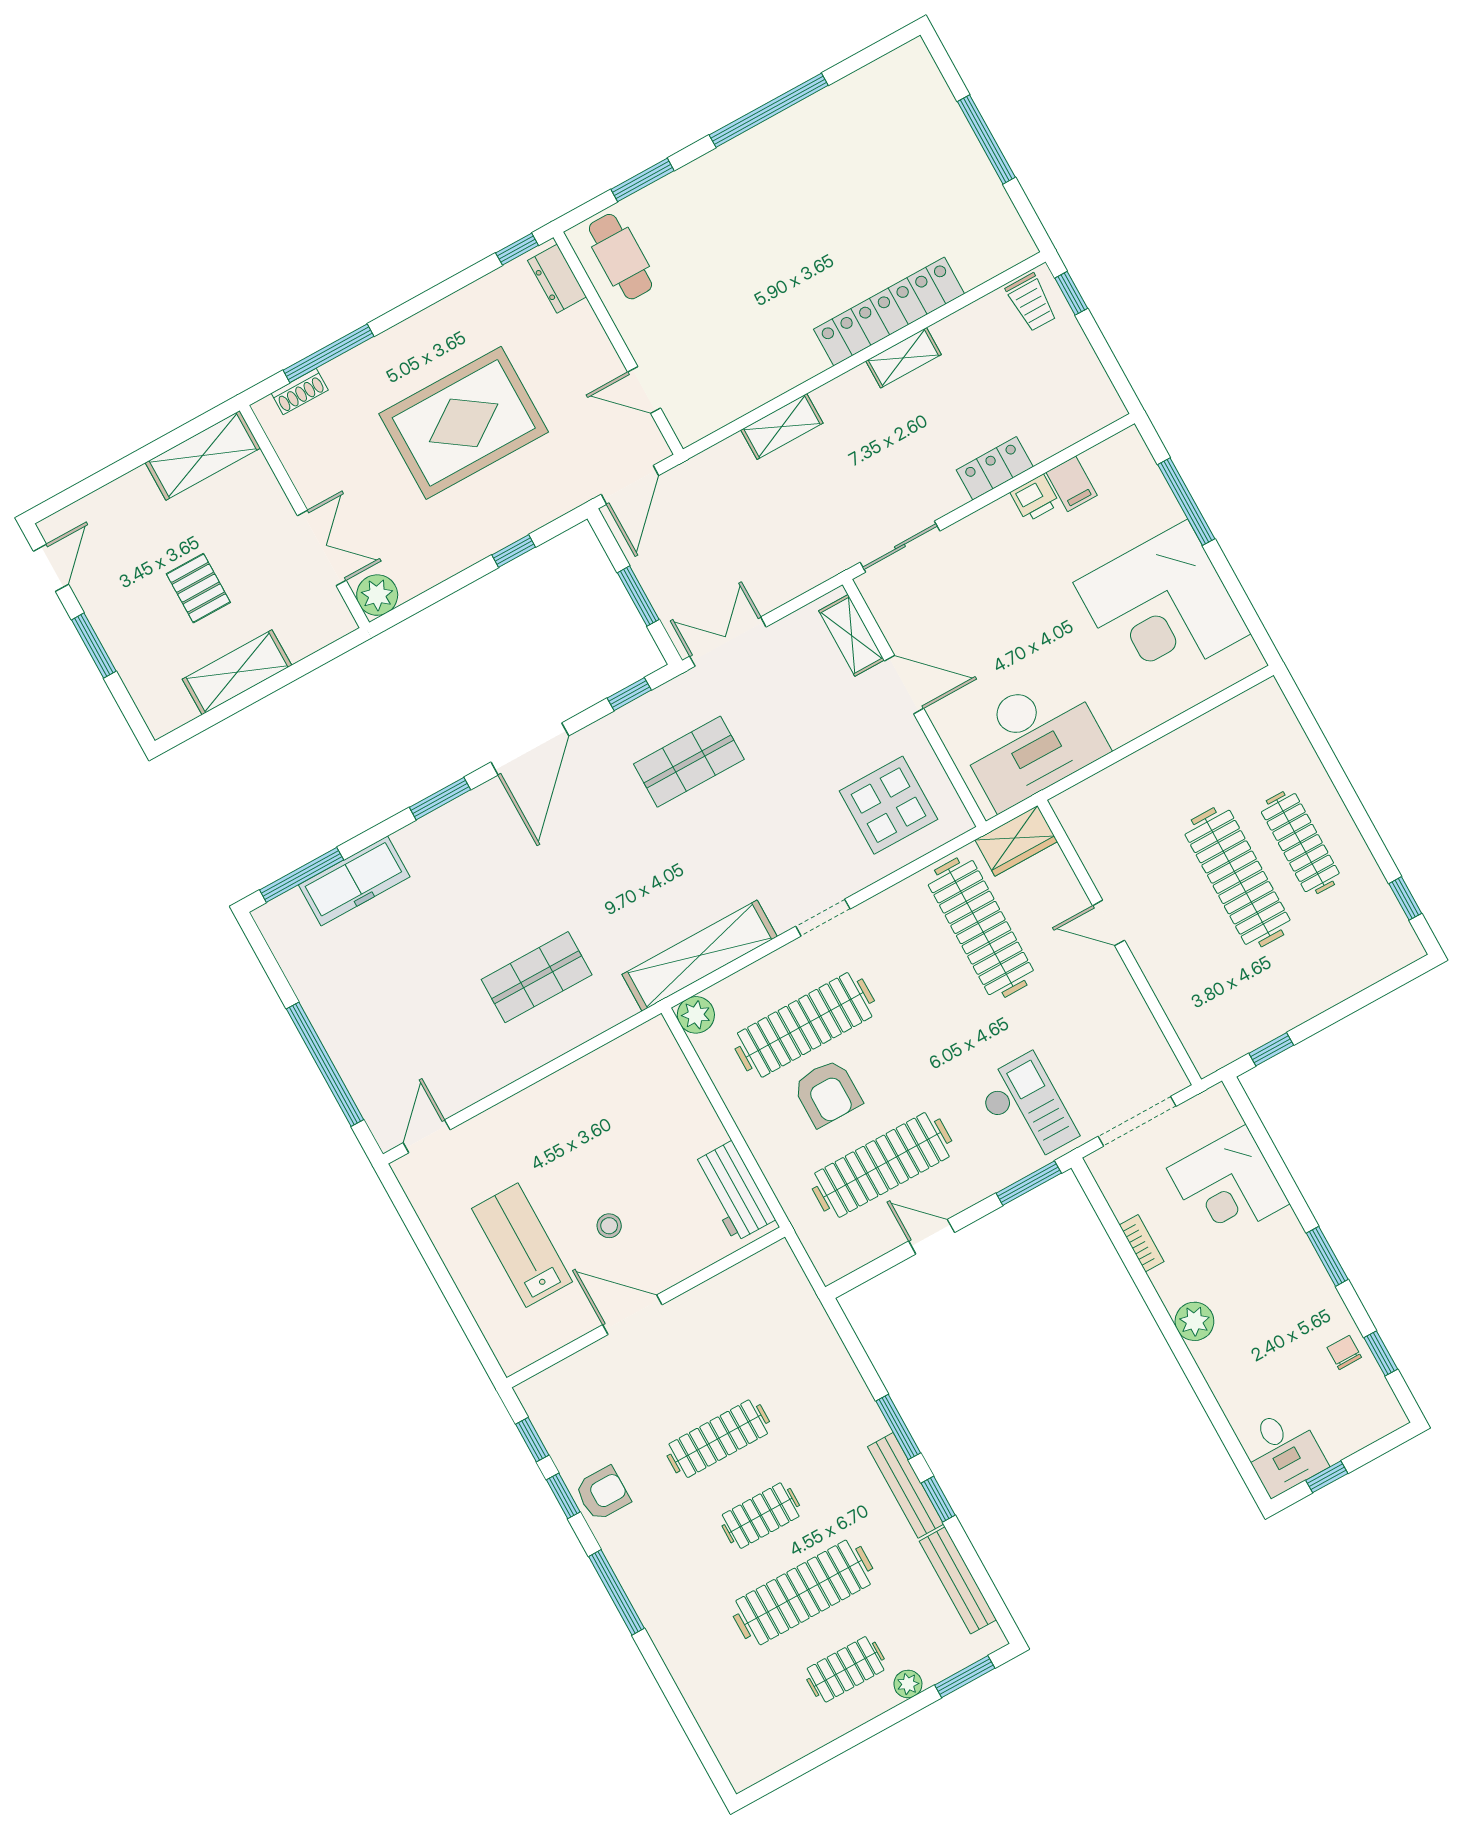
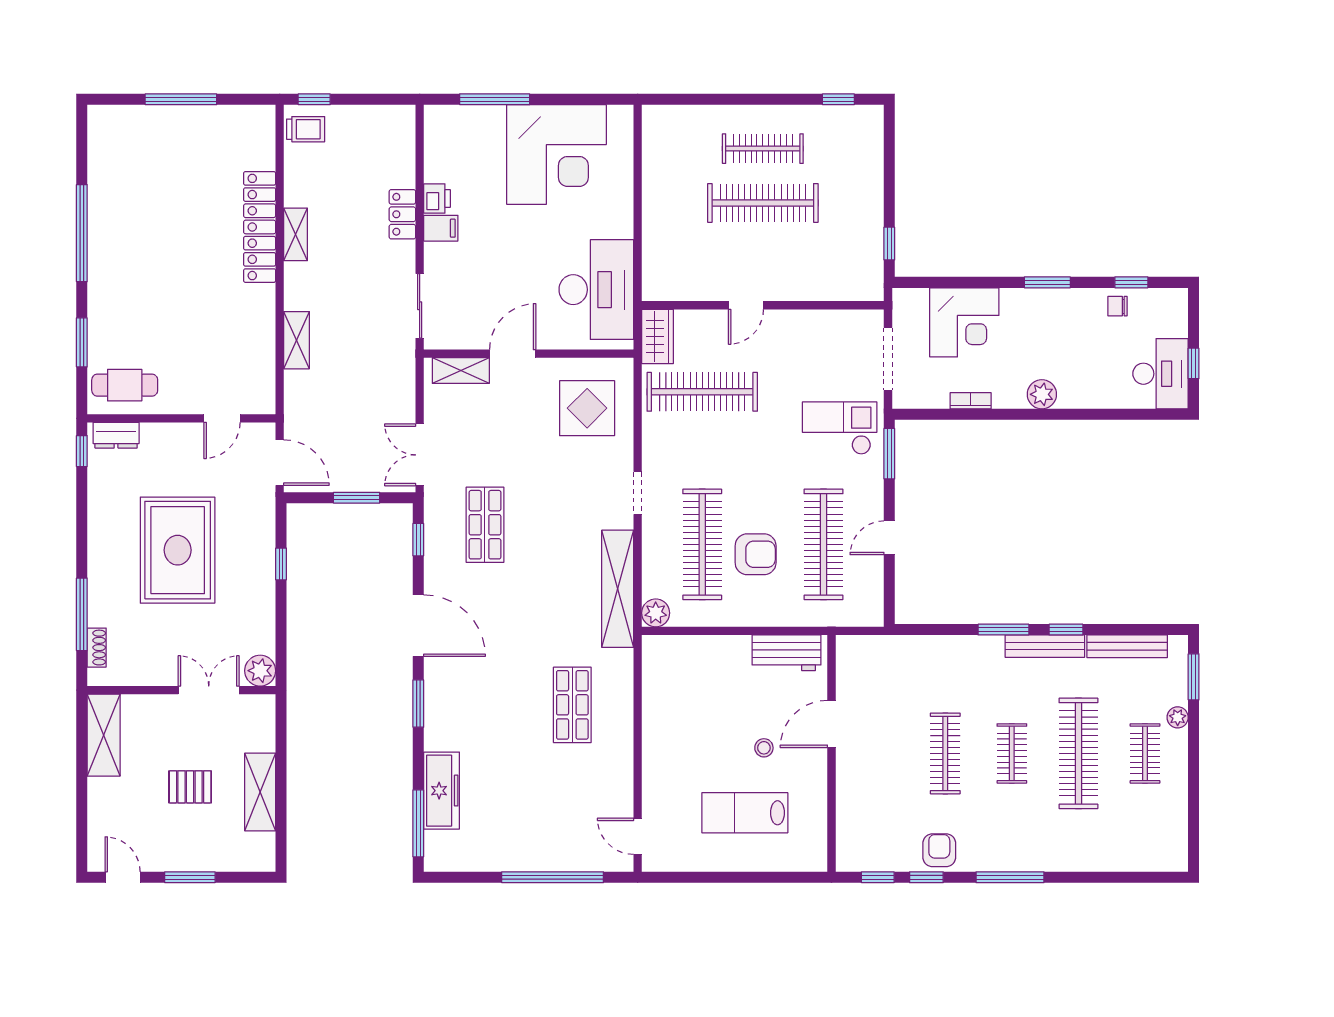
filing cabinet: (1072, 484) -> (441, 228), moved
door: (632, 1315) -> (831, 724), moved
desk: (1283, 1451) -> (1161, 374), width x1.37

